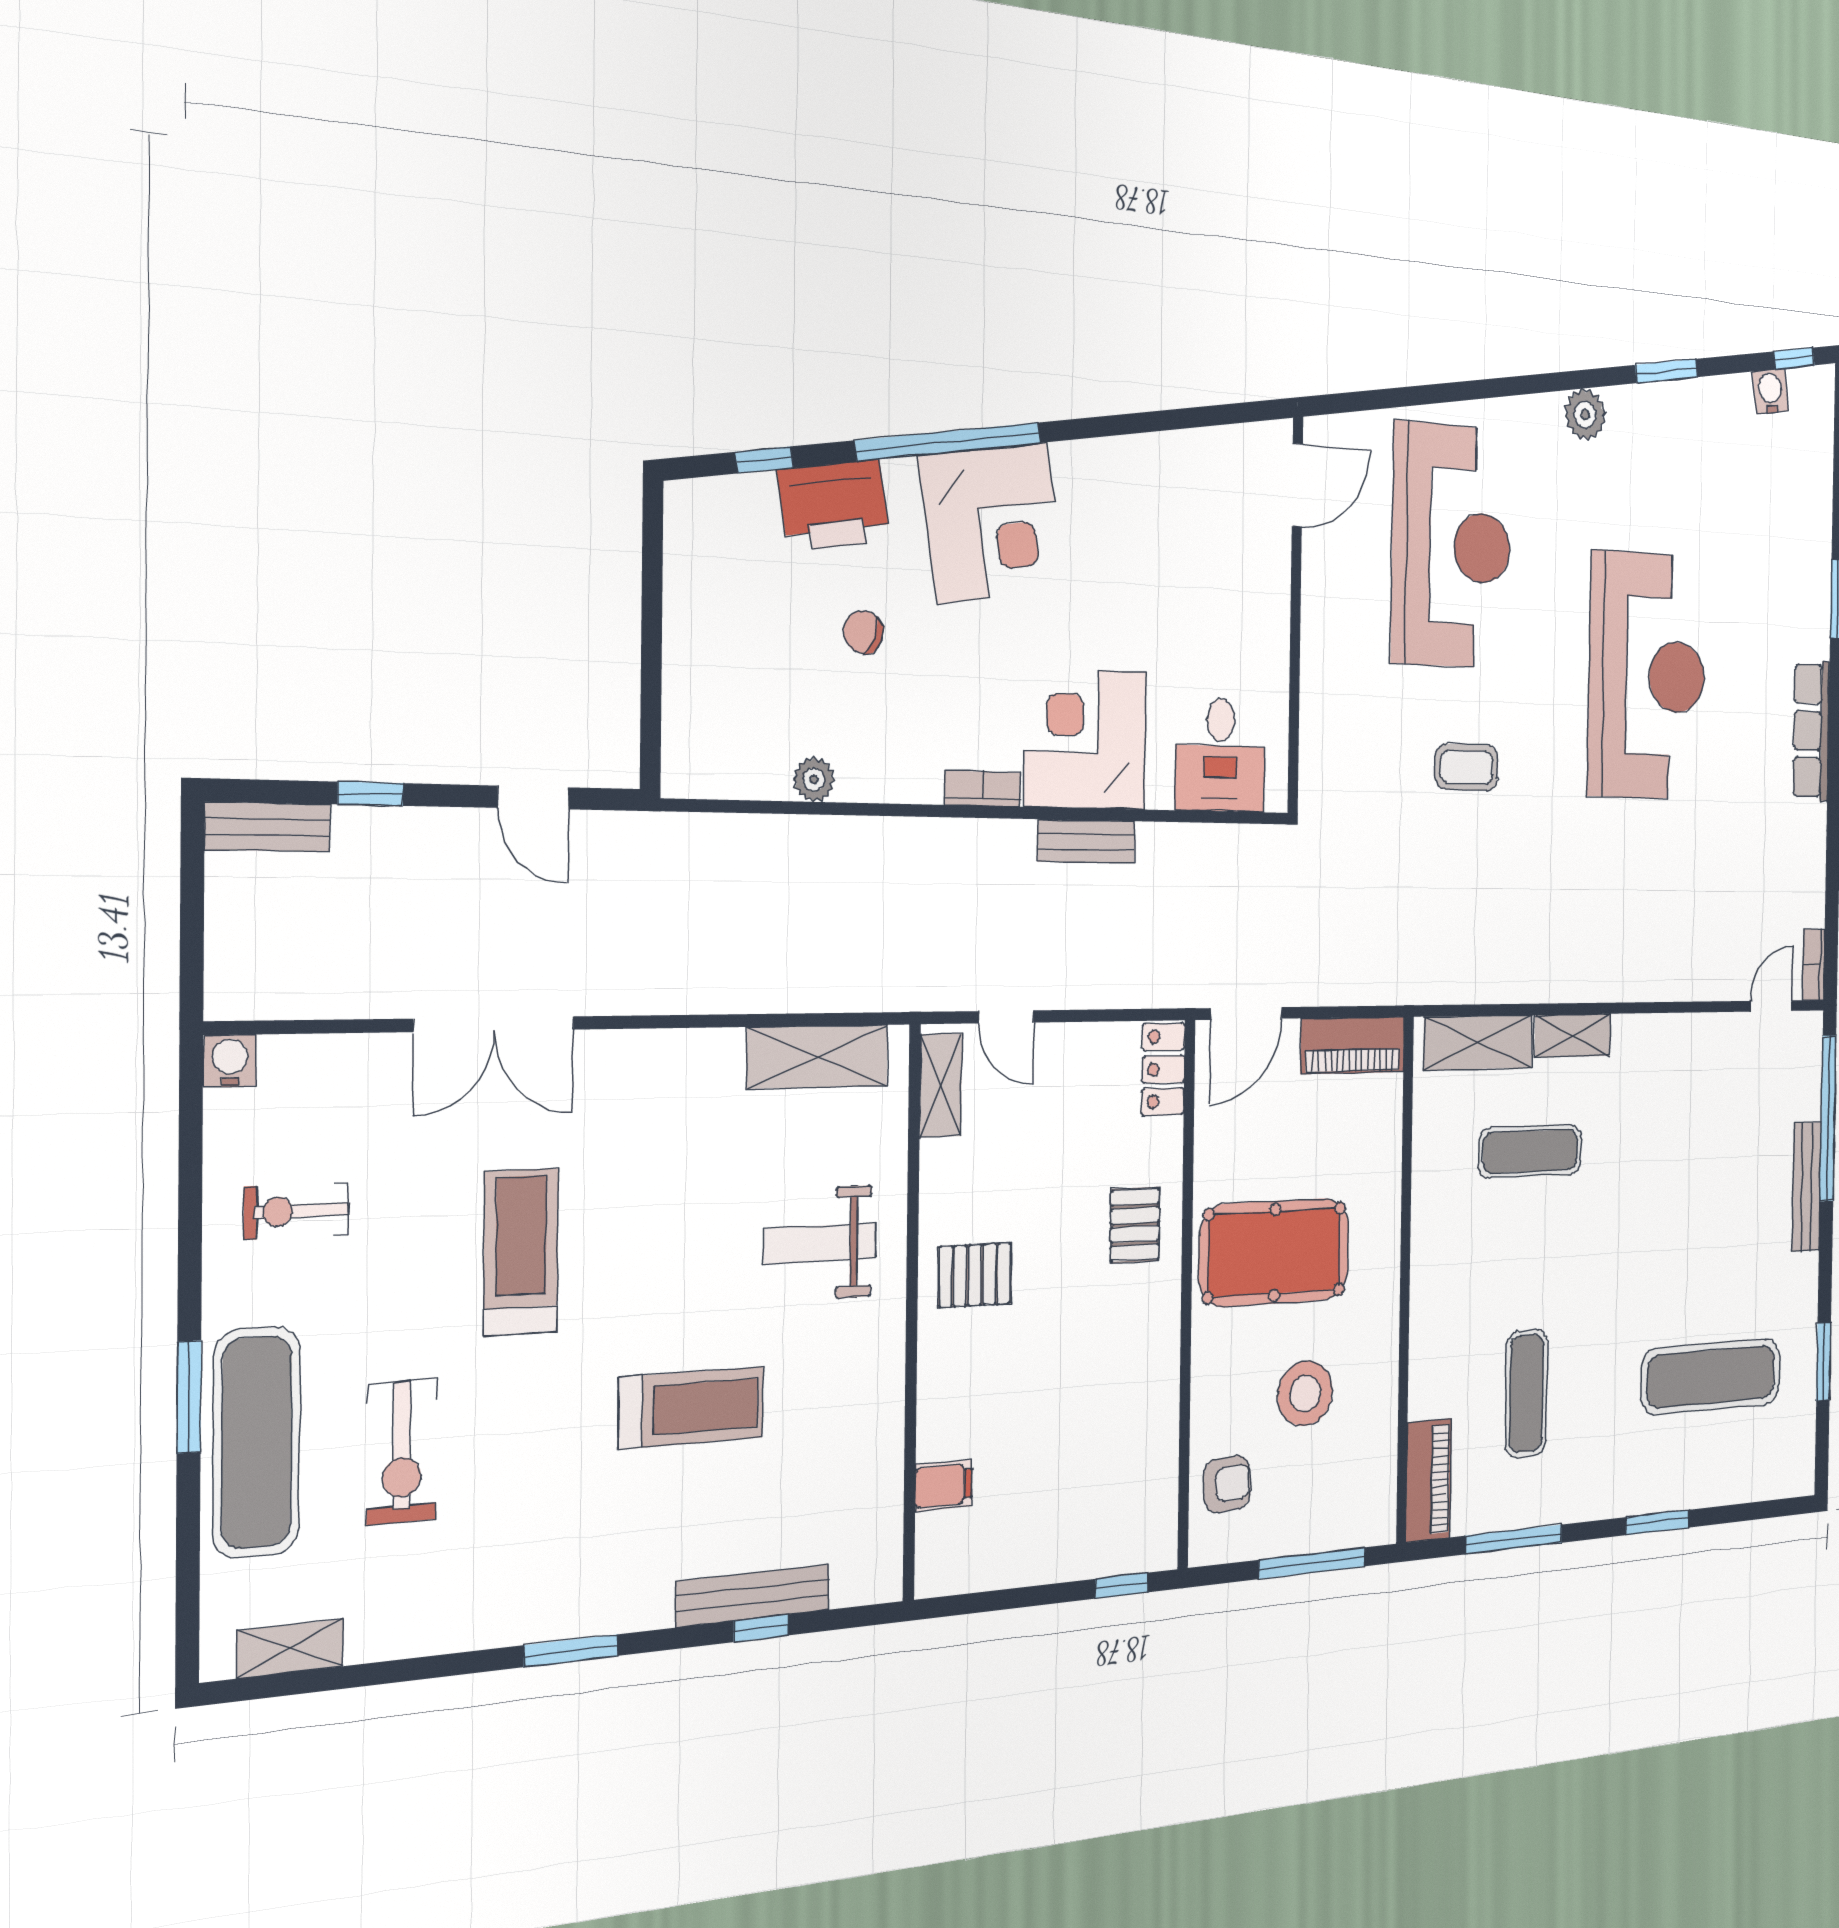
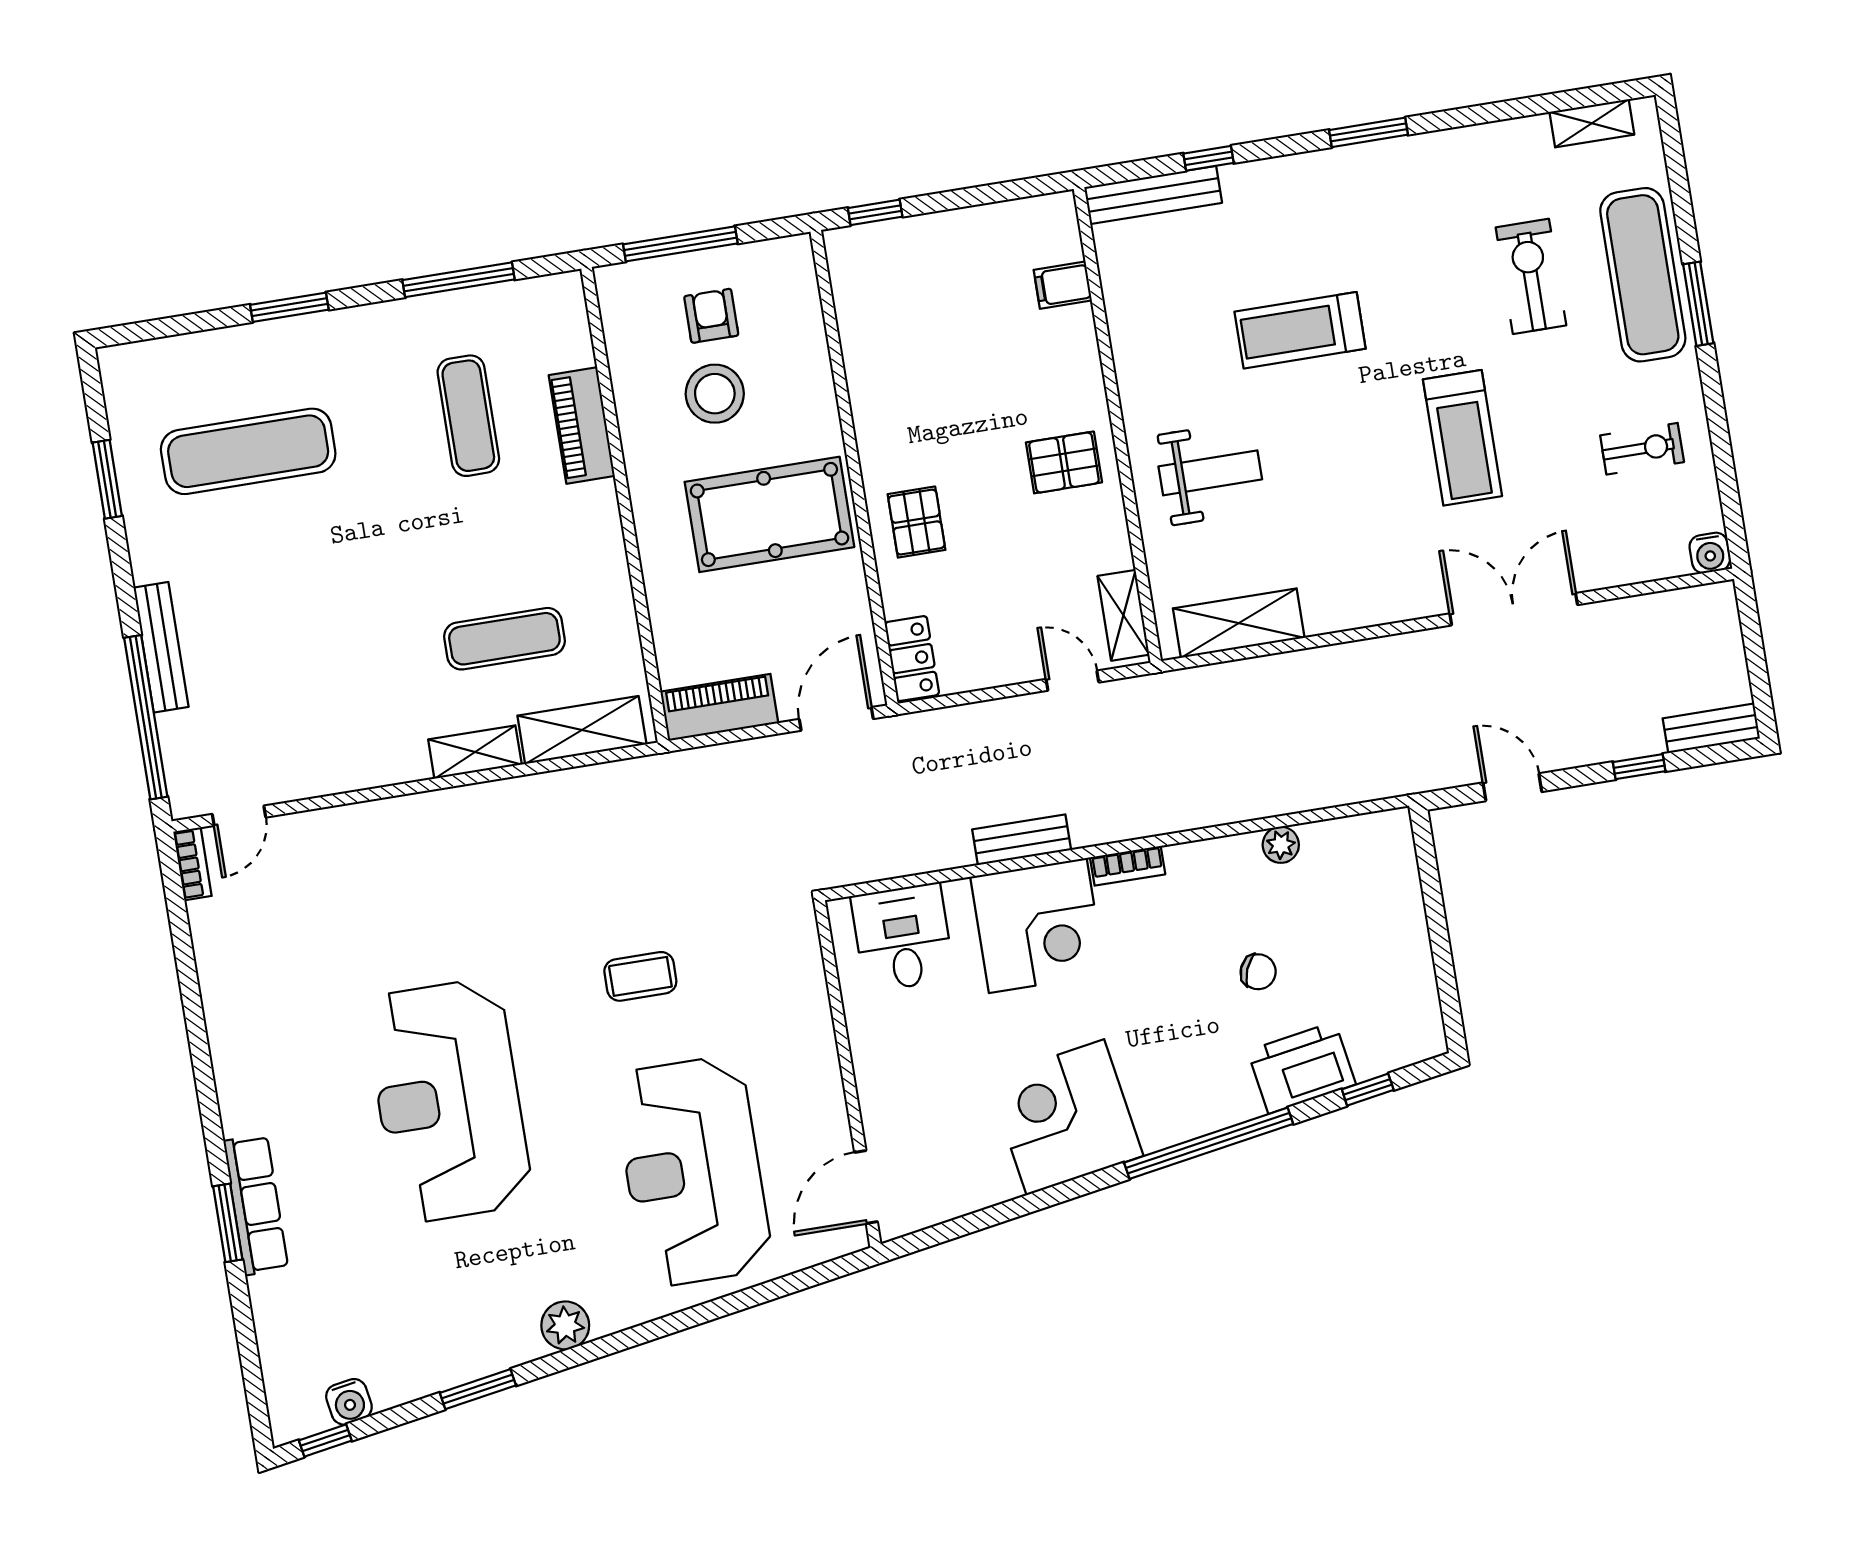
corner desk: (992, 523) -> (1065, 1117), moved
row of seats: (1811, 731) -> (256, 1205), moved
piano: (1429, 1480) -> (582, 426), moved
armchair: (1227, 1484) -> (711, 316), moved, turned 94
bench: (753, 1596) -> (1153, 195), moved

